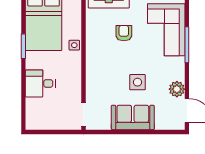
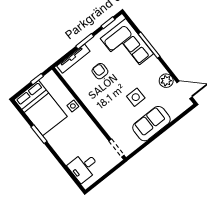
desk: (40, 83) -> (84, 167), moved

